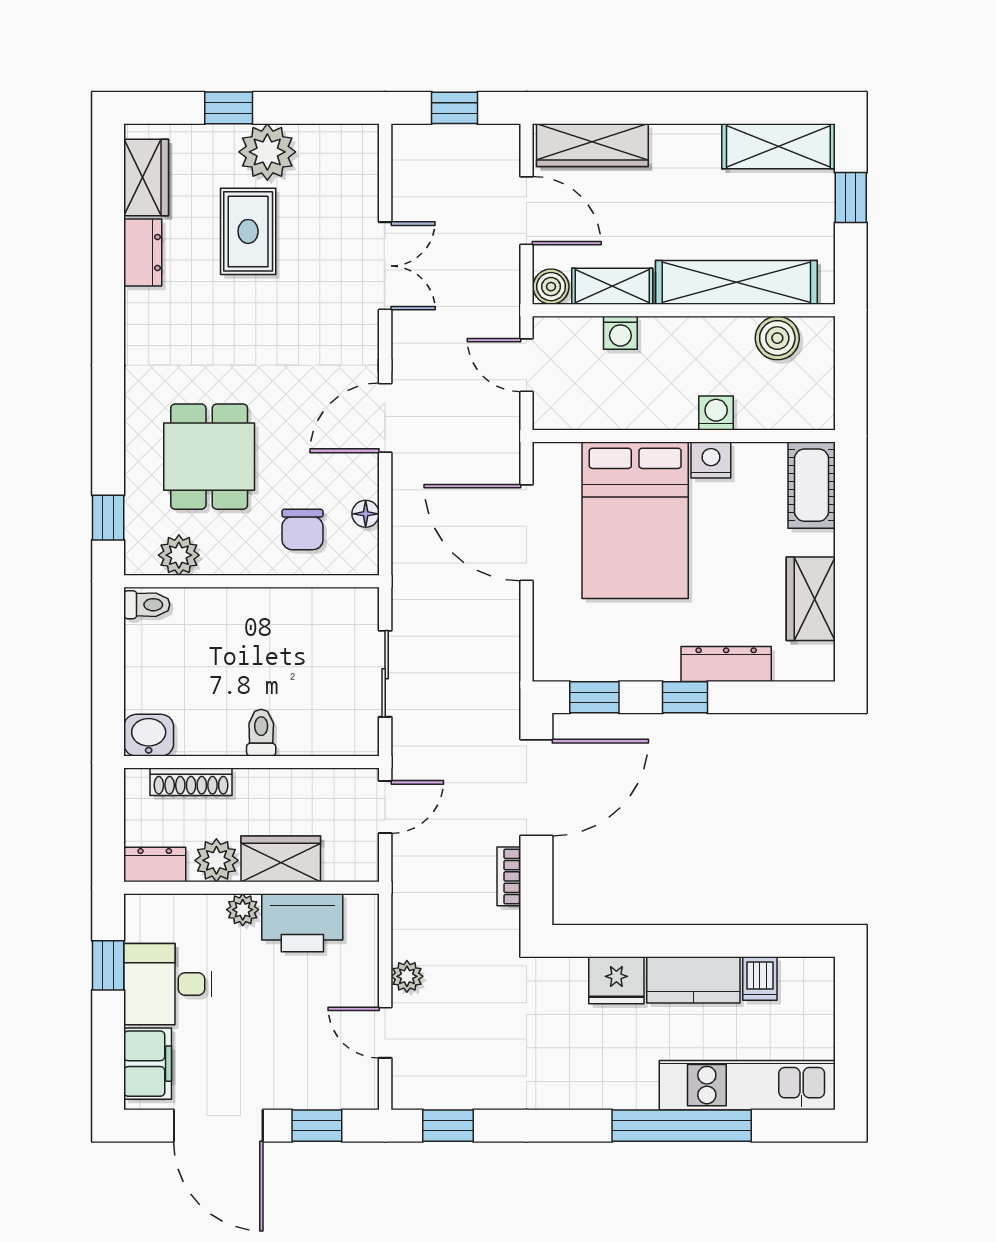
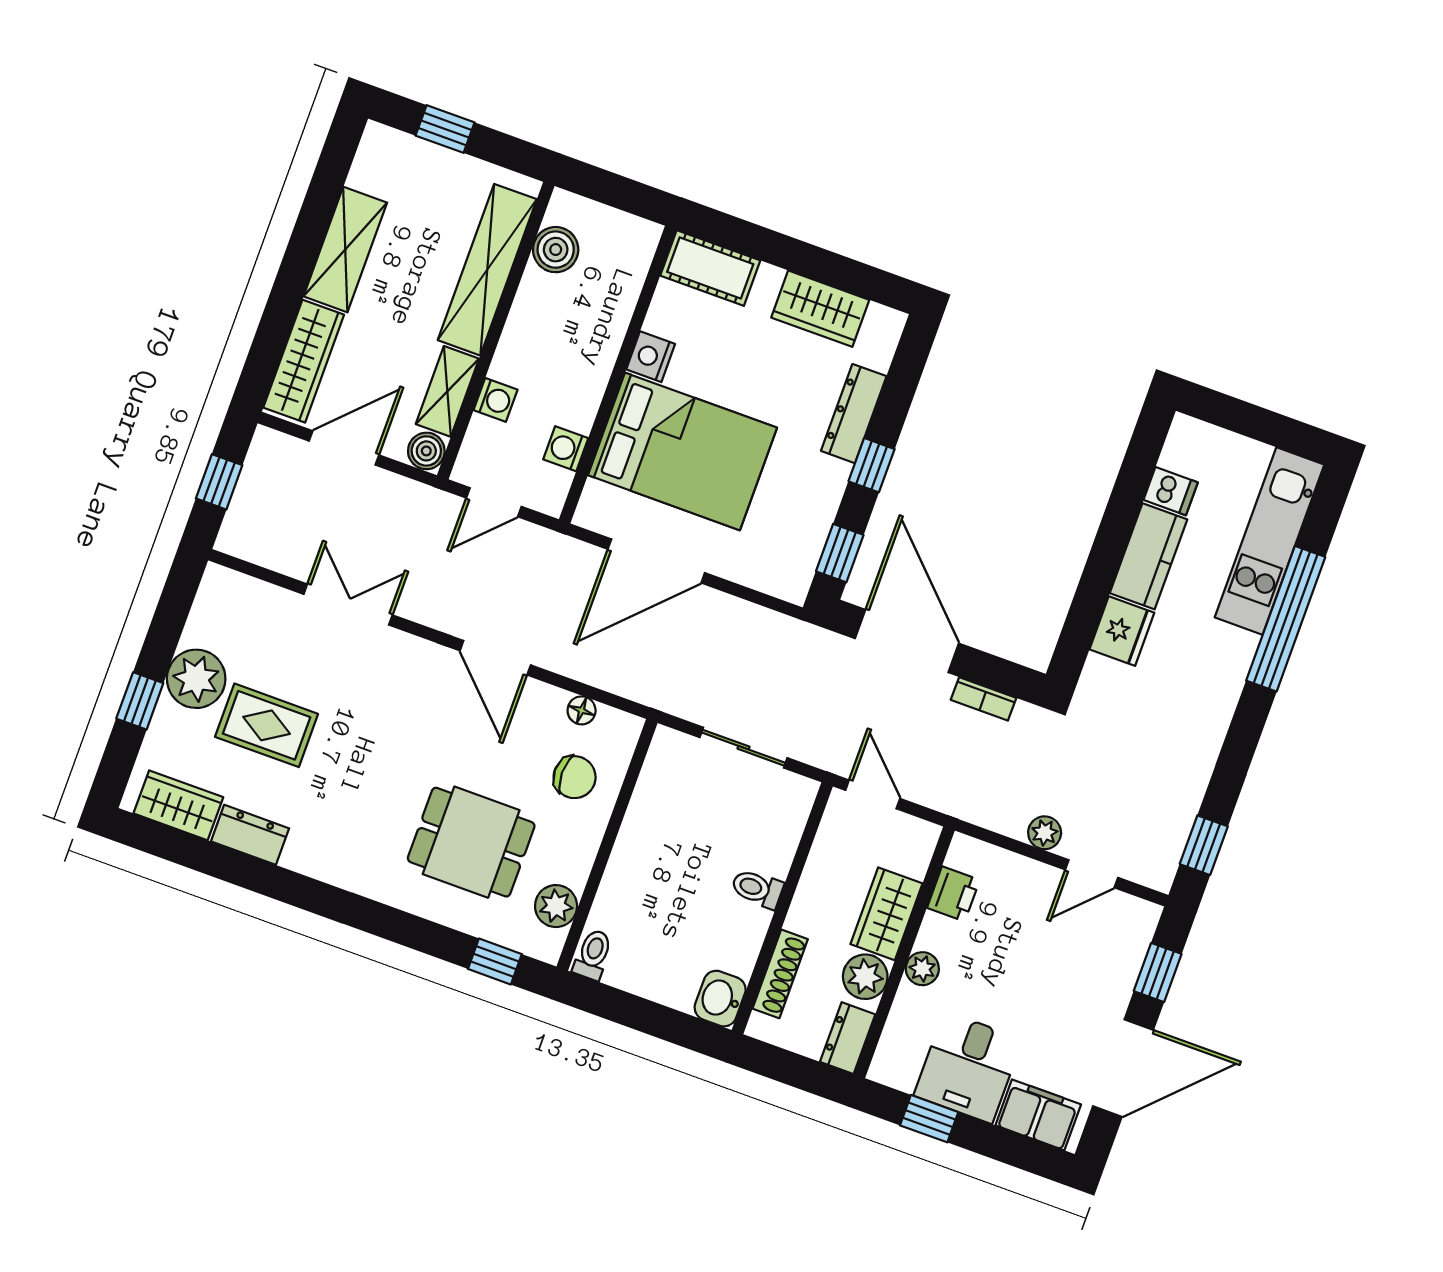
shelving: (778, 146) -> (345, 250), moved
washing machine: (716, 413) -> (566, 449), moved
printer: (302, 923) -> (953, 894), width x0.53, depth x0.68

